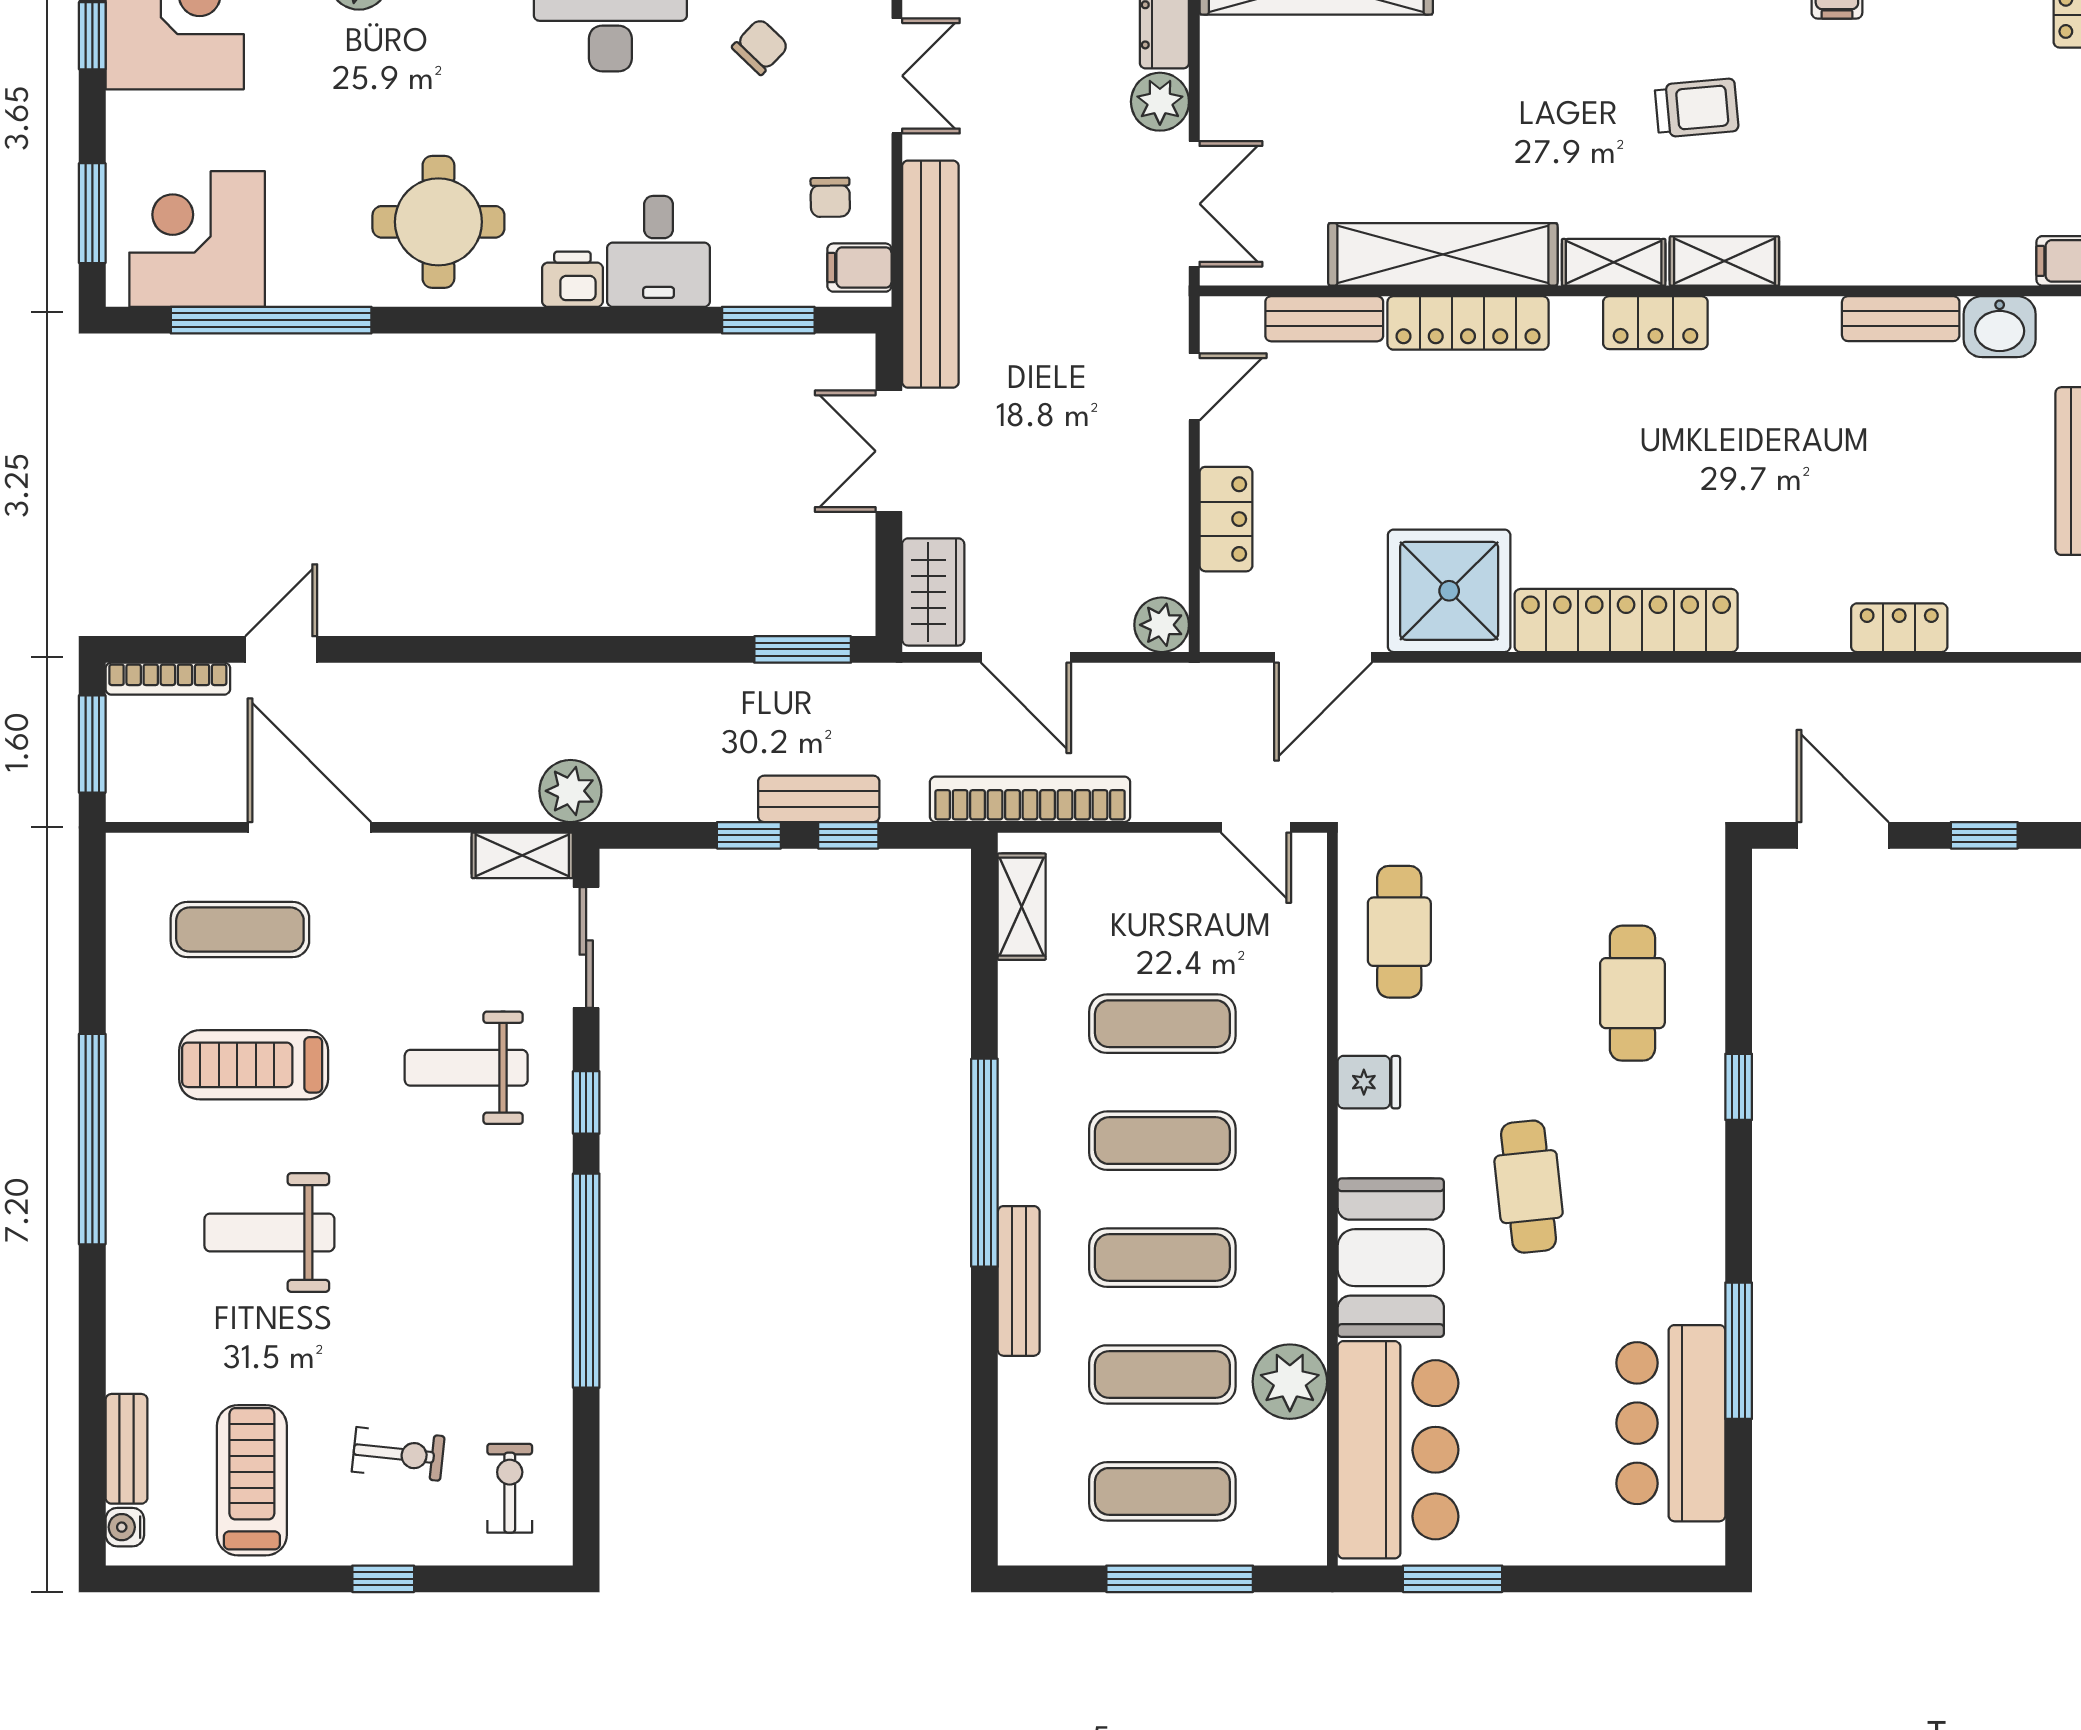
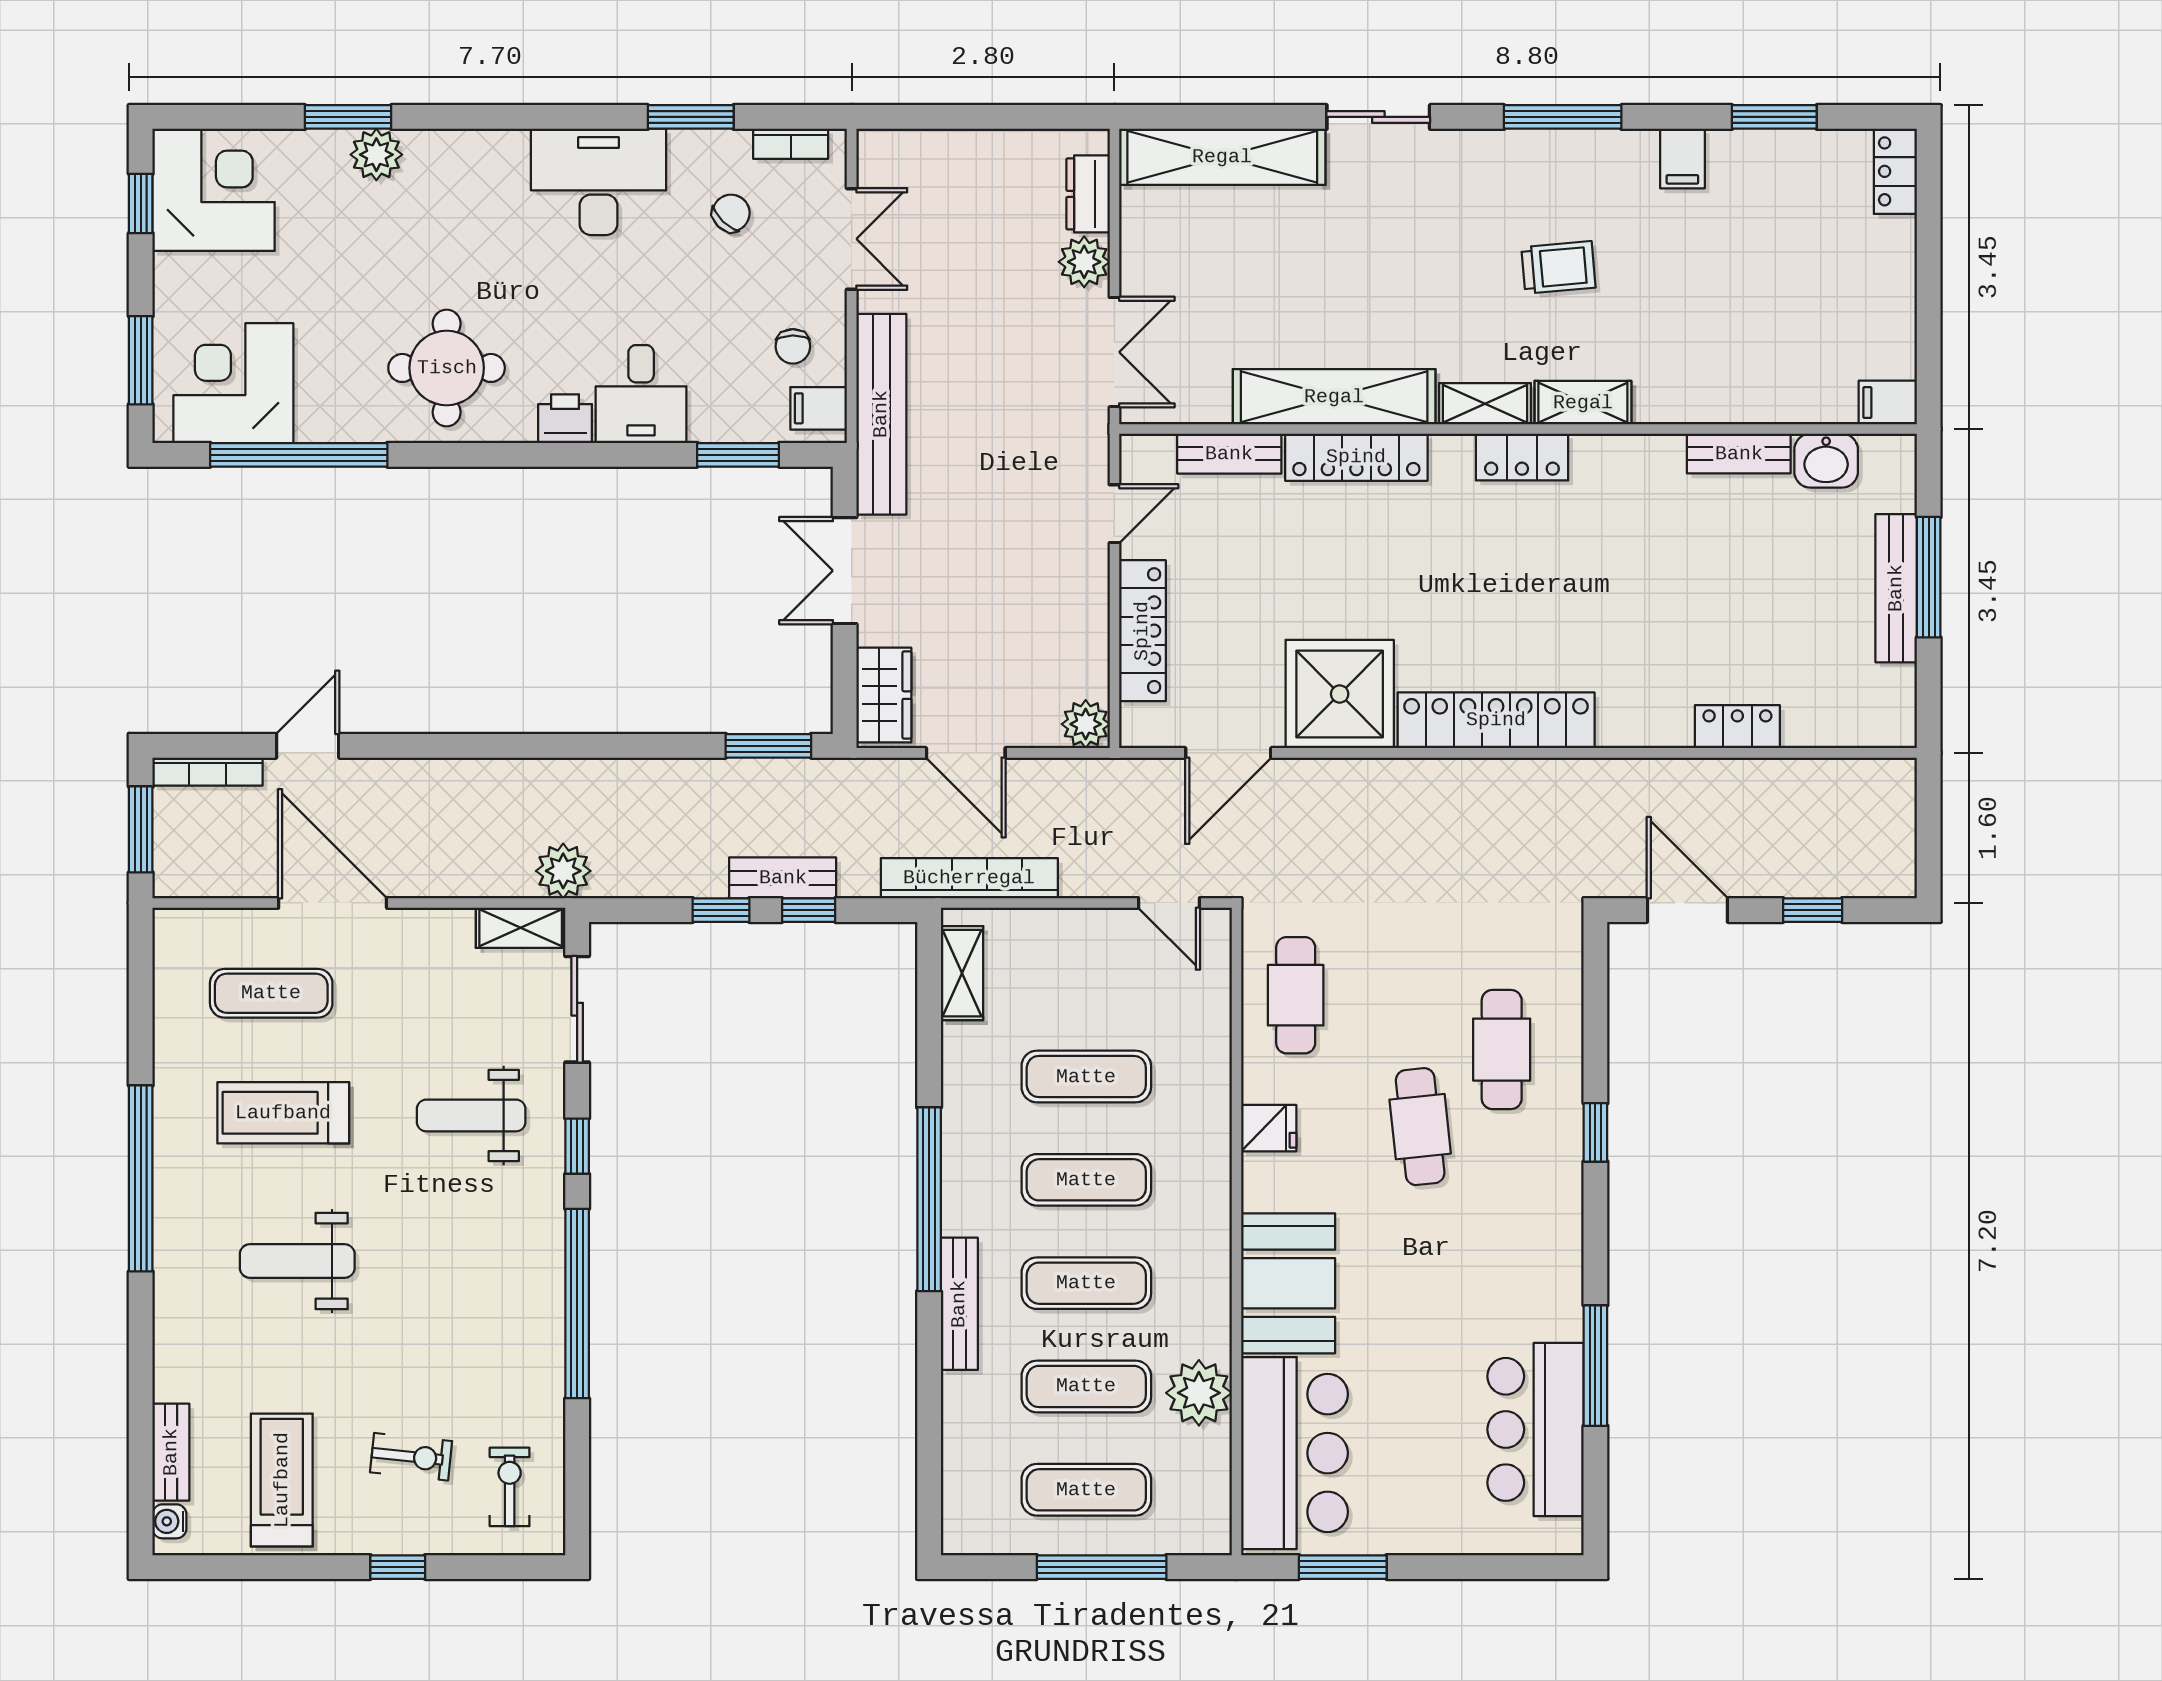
locker: (1226, 519) -> (1142, 631), width x1.53
cafe table: (1529, 1187) -> (1420, 1127), moved

